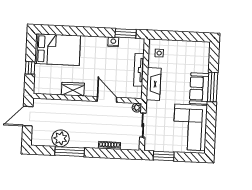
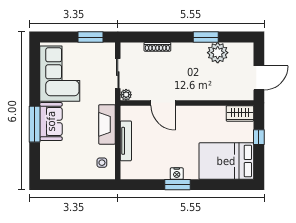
window: (126, 33) -> (178, 185), moved
nightstand: (113, 42) -> (177, 174), moved
wardrobe: (73, 89) -> (240, 113), moved
window: (70, 152) -> (206, 37), width x0.69

